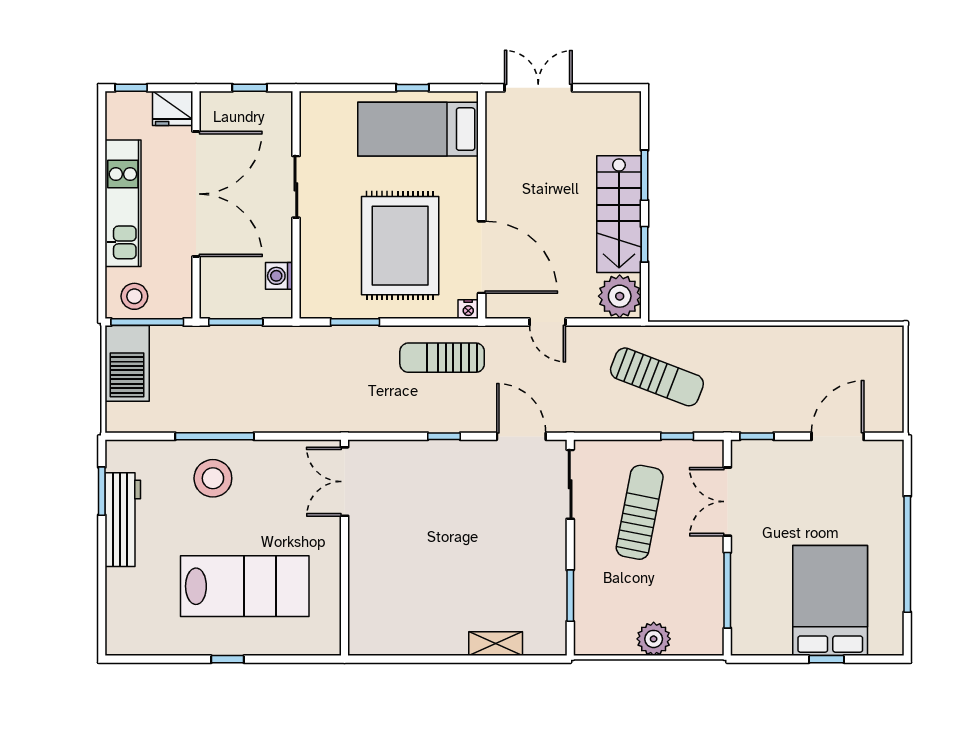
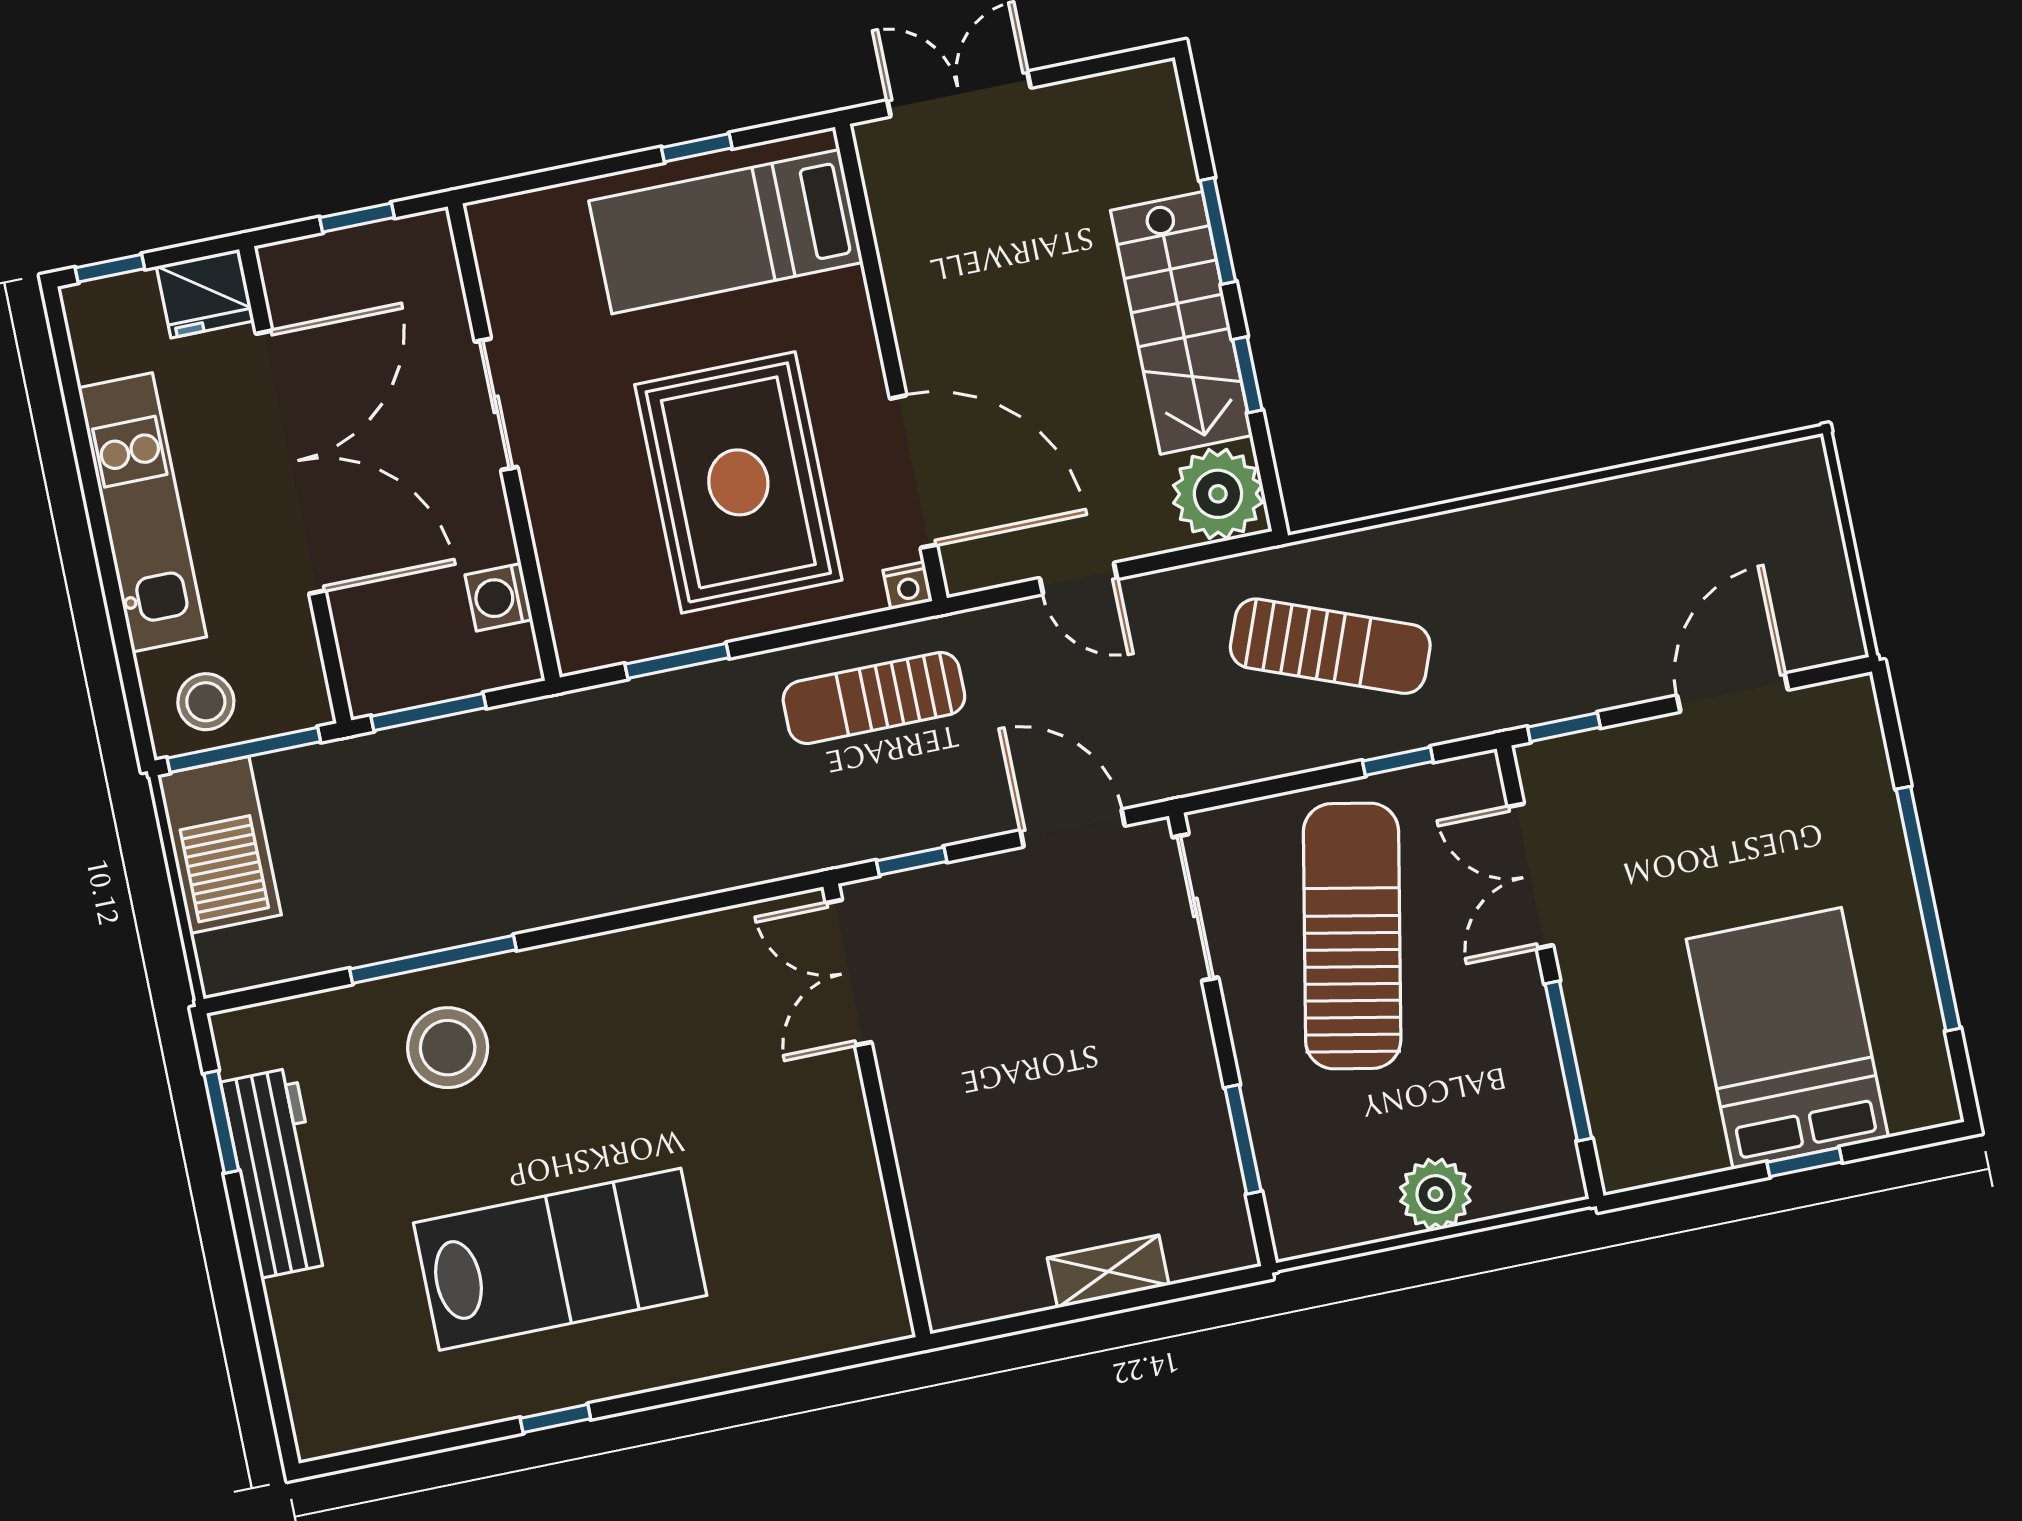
double door: (345, 482) -> (849, 973), moved
sun lounger: (640, 512) -> (1352, 936), width x1.36, depth x1.34
wall: (345, 548) -> (877, 1110), moved

